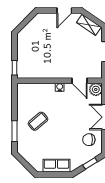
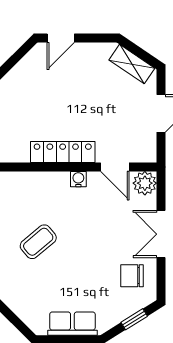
door: (64, 11) -> (61, 38), moved
locker: (51, 73) -> (63, 152), added

